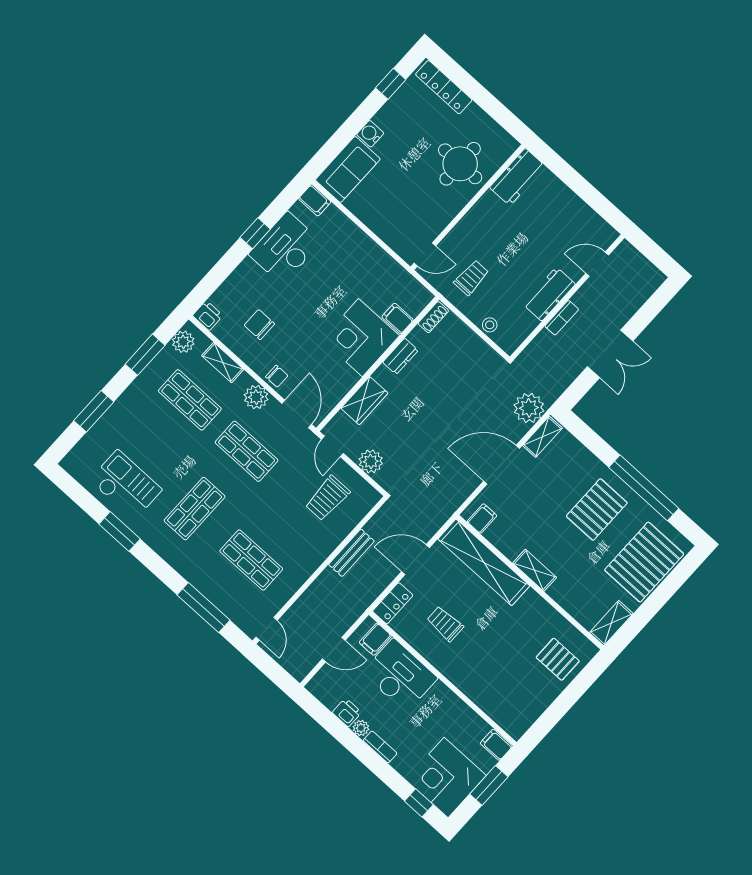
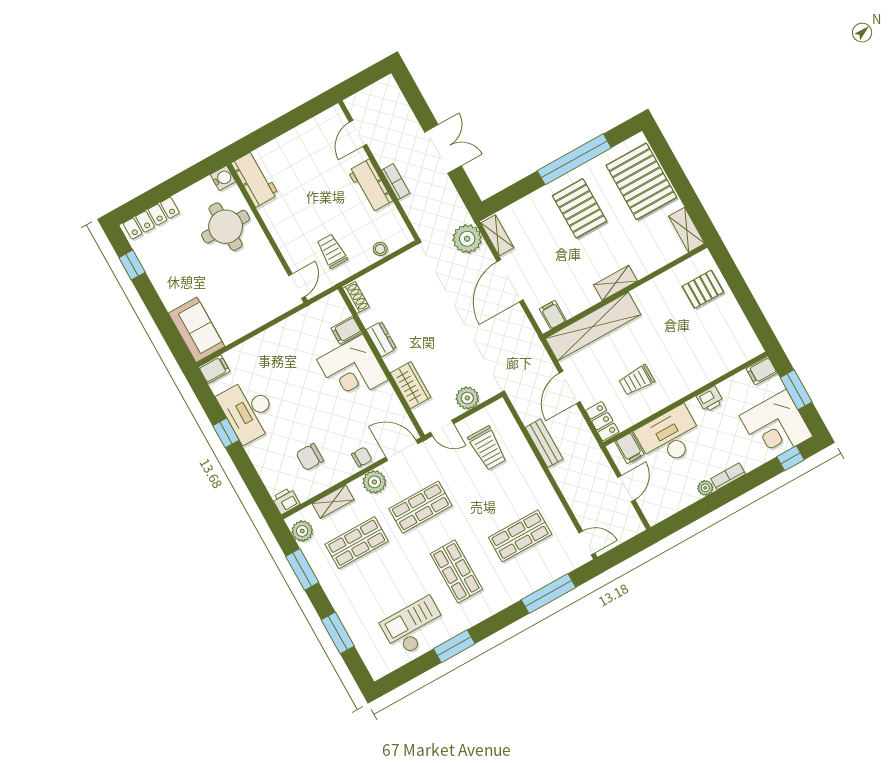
water cooler: (370, 134) -> (223, 178), moved, turned 180
printer: (347, 712) -> (710, 399), moved, turned 180

